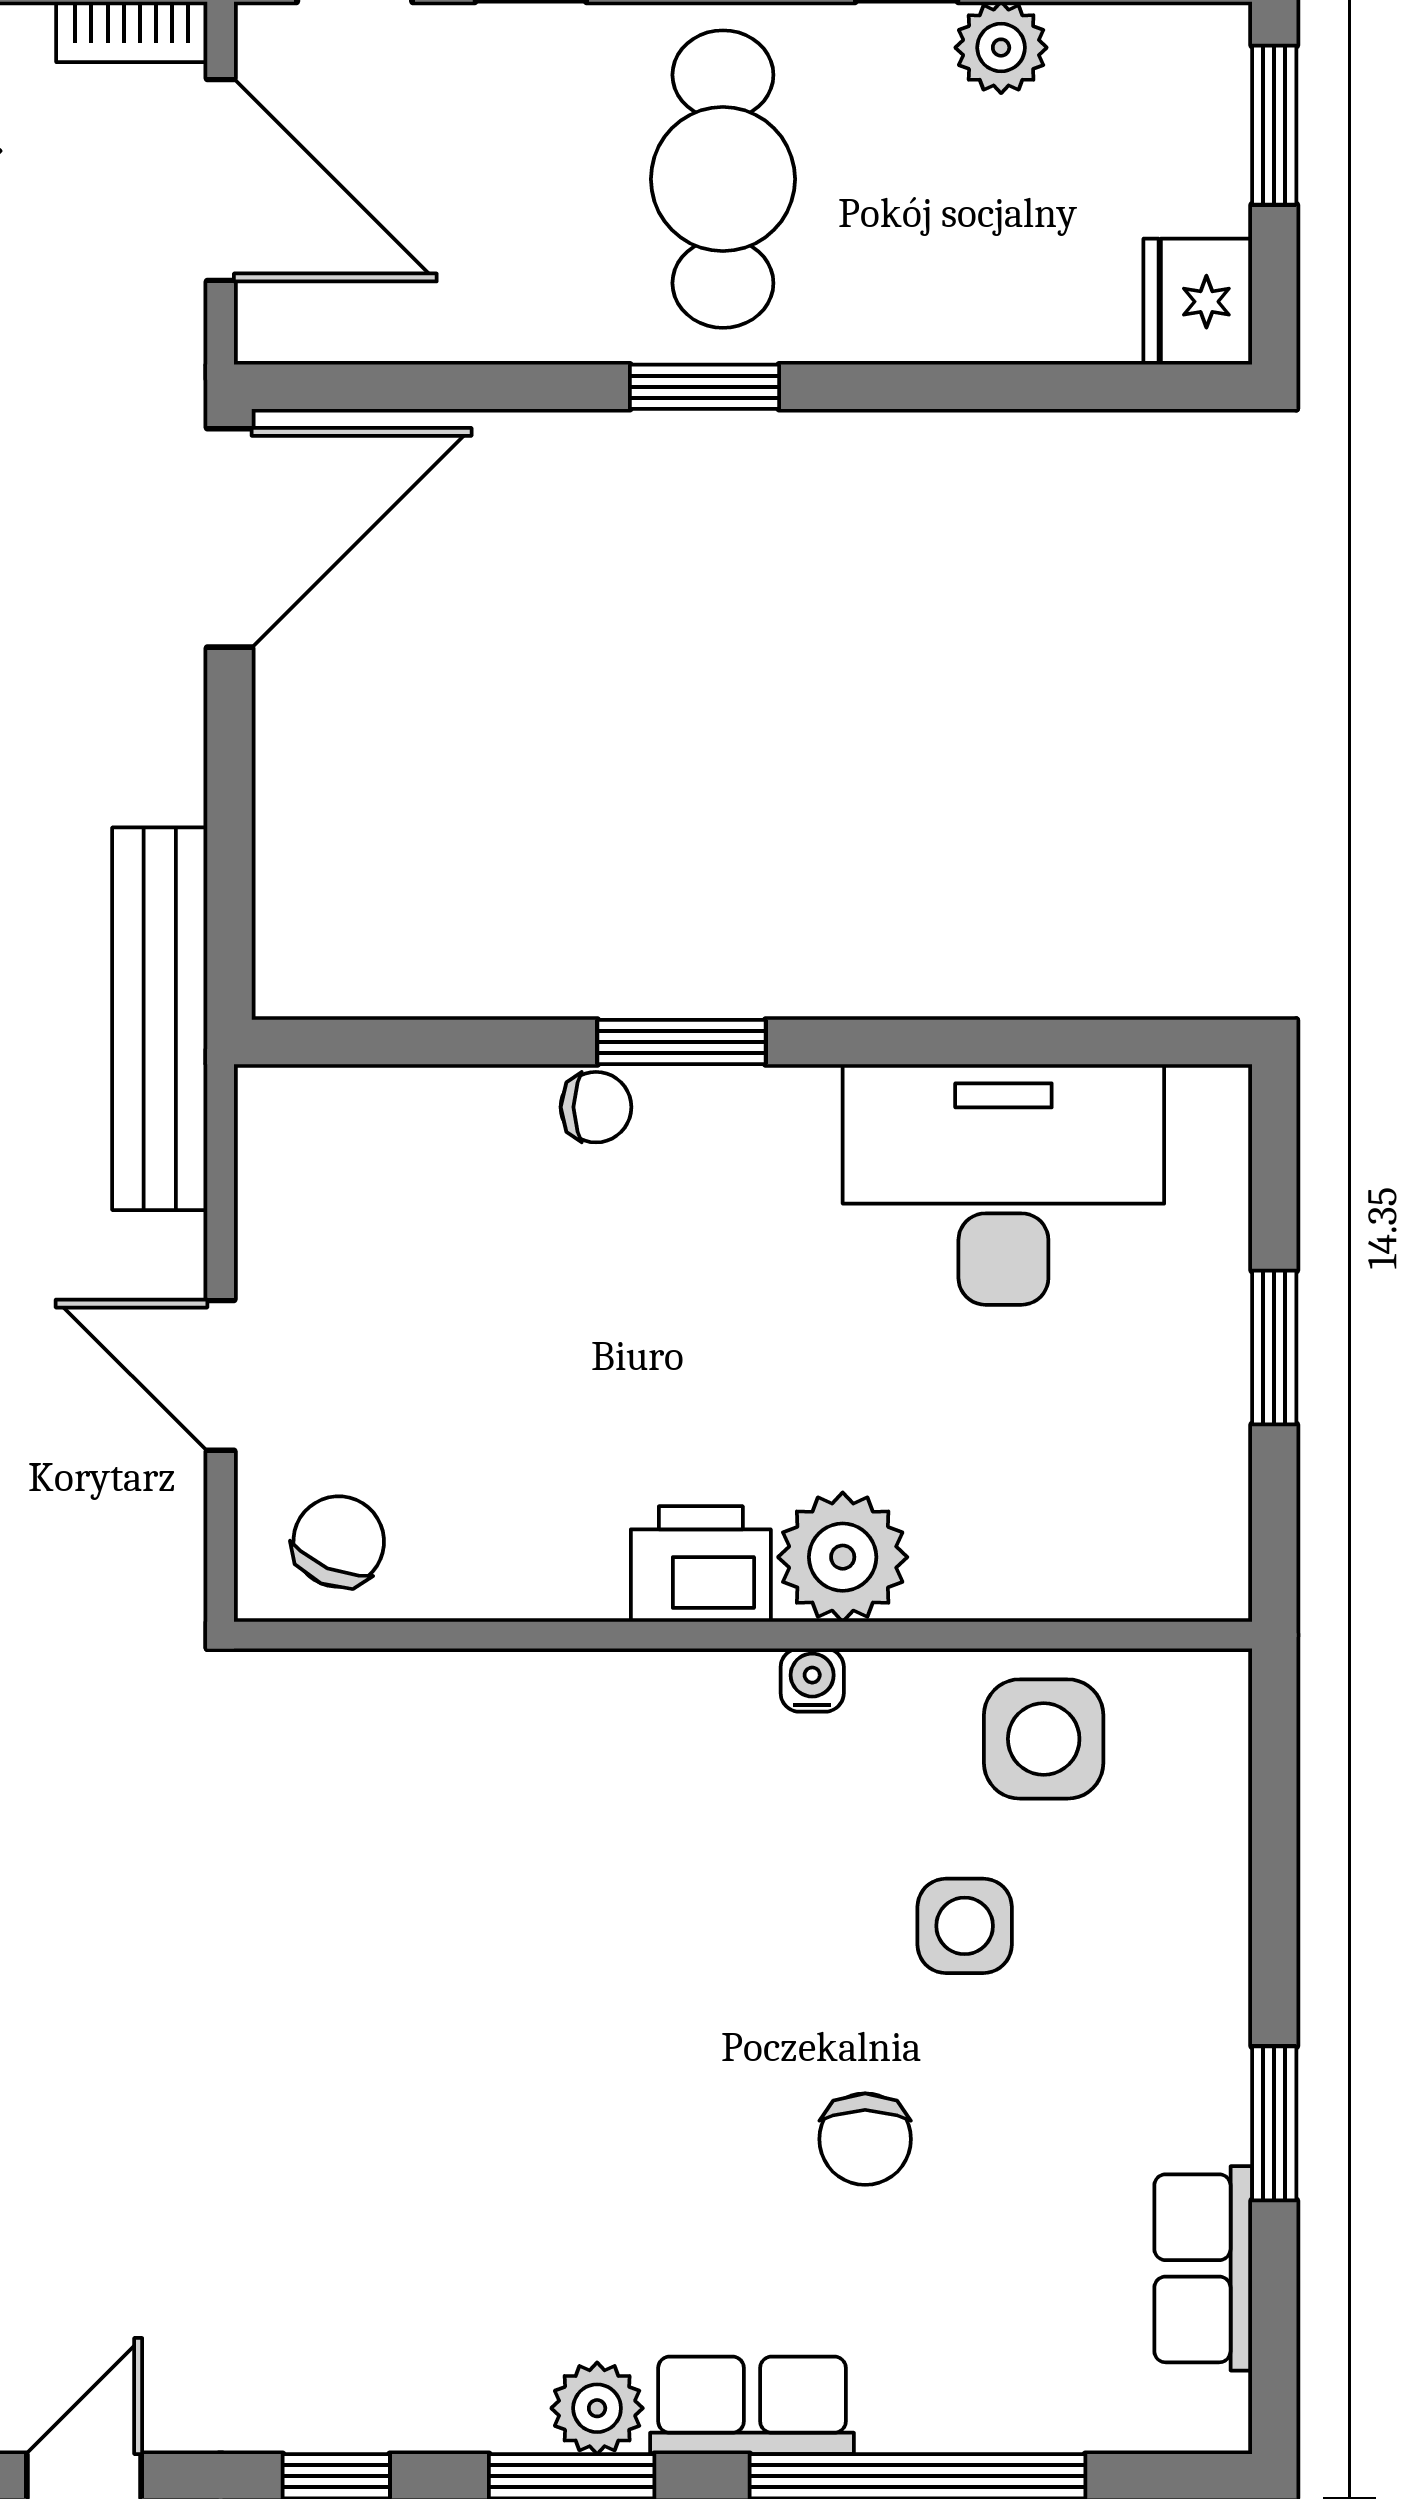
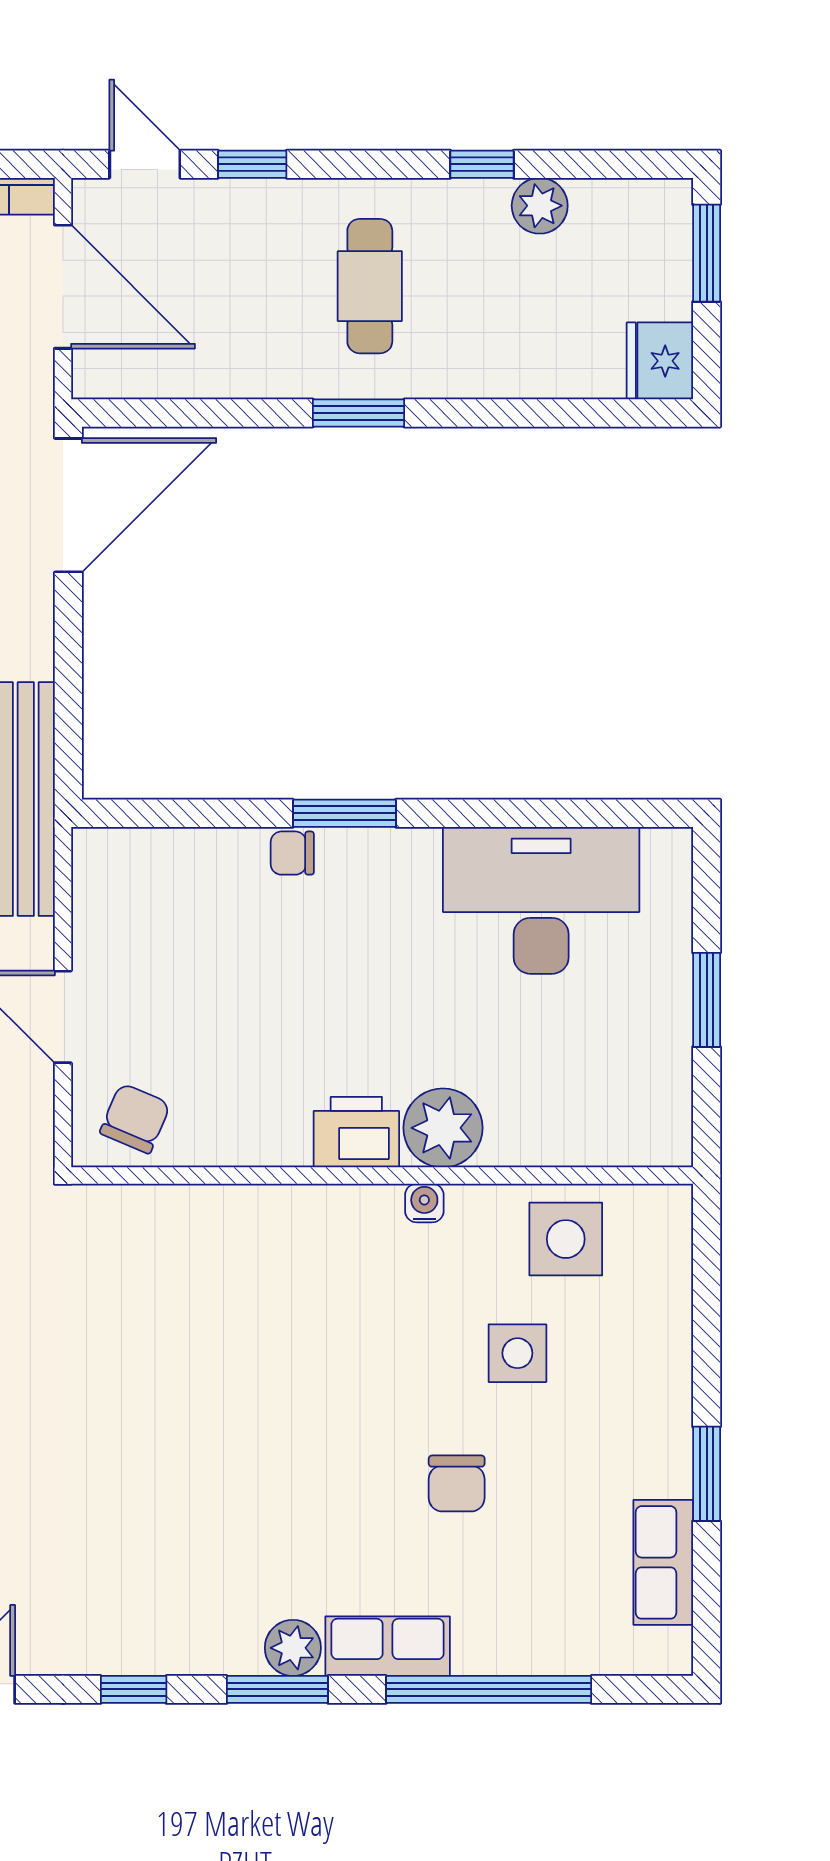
cafe table: (723, 179) -> (370, 286), width x0.73, depth x0.74
chair: (596, 1107) -> (292, 853), turned 180

